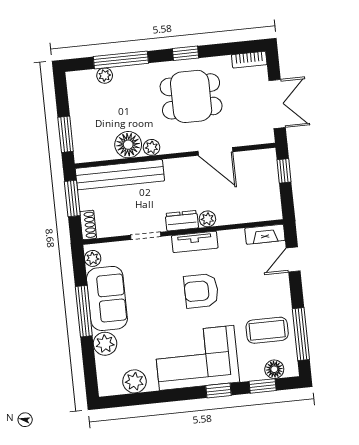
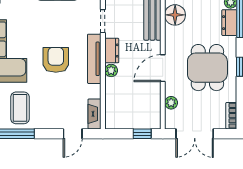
dresser: (131, 74) -> (229, 23), added
plant: (152, 147) -> (171, 103), moved
door: (215, 151) -> (163, 68), moved
tv unit: (195, 242) -> (94, 59), width x1.41
door: (293, 260) -> (73, 134), swing flipped

